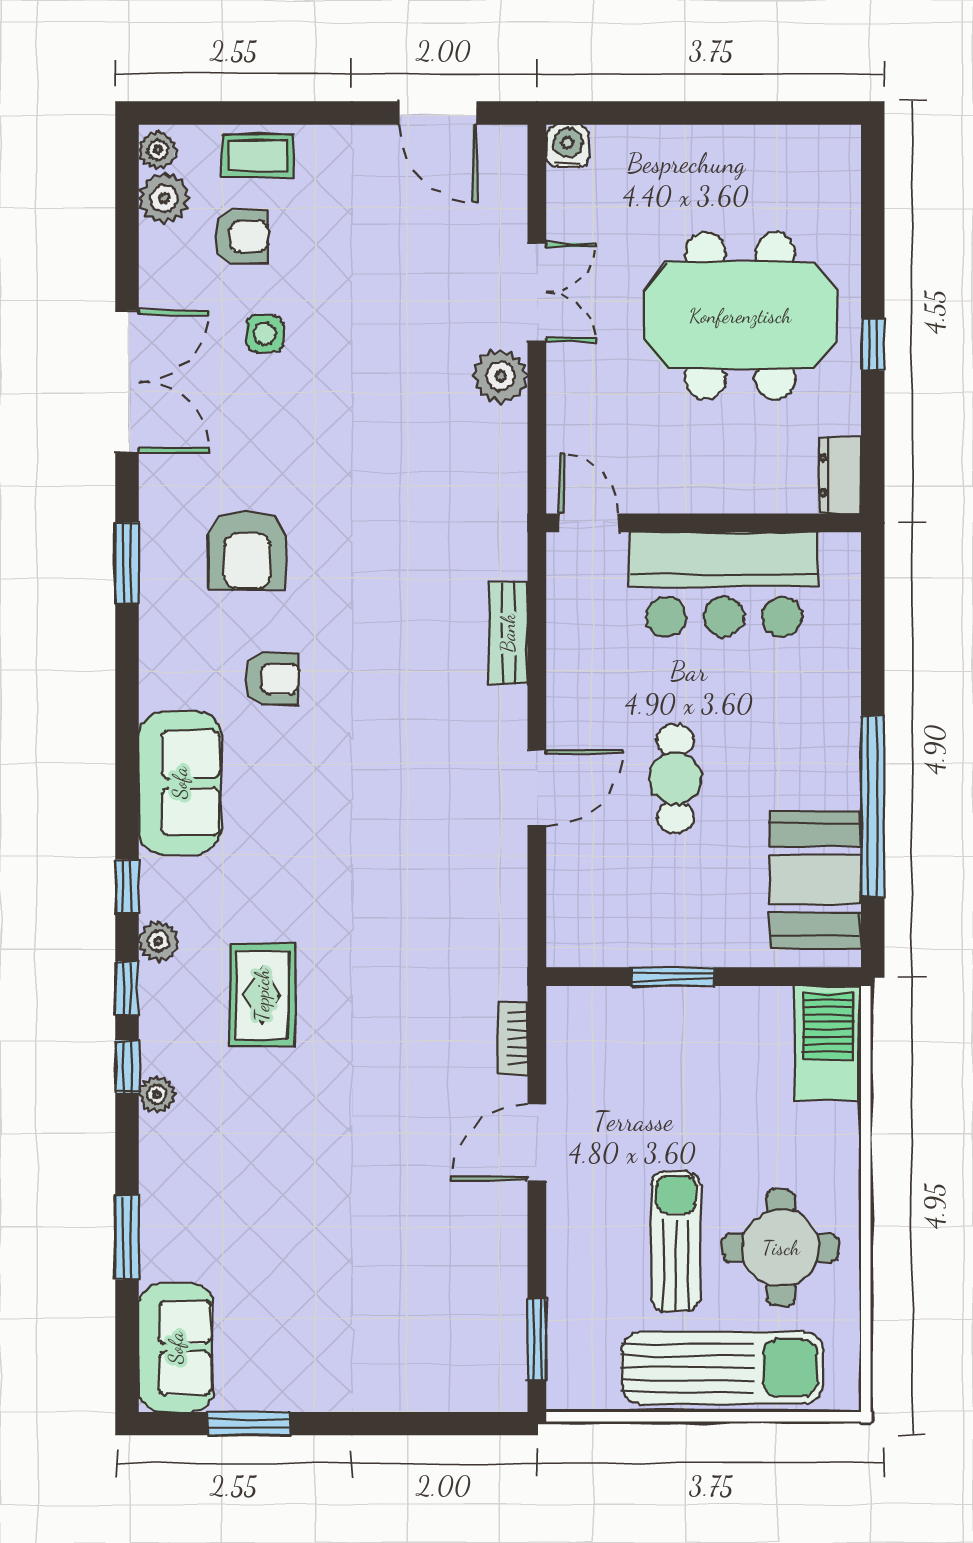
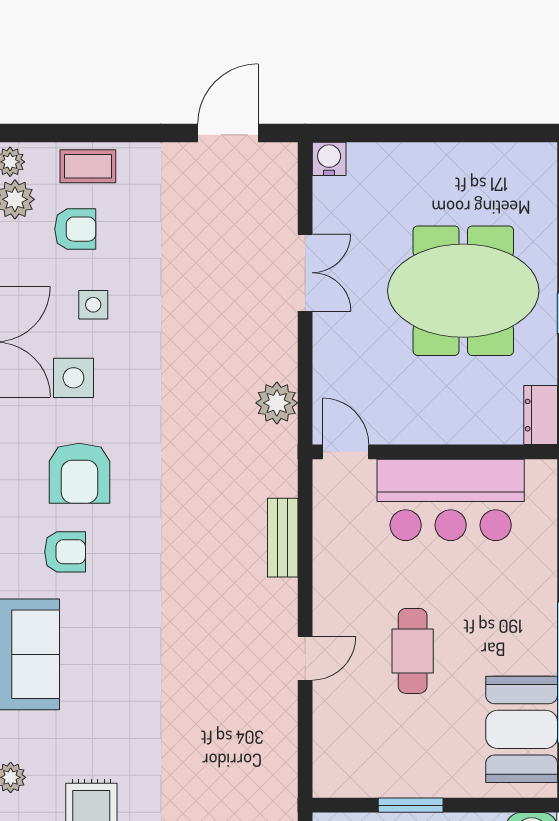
door: (438, 113) -> (228, 133), swing flipped
plant: (501, 376) -> (277, 403), moved
side table: (239, 428) -> (73, 378), added
armchair: (273, 679) -> (65, 552), moved
door: (537, 788) -> (305, 658), width x0.73

